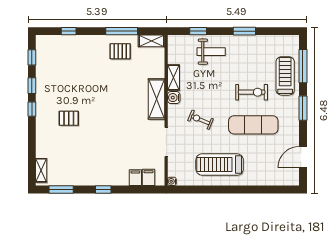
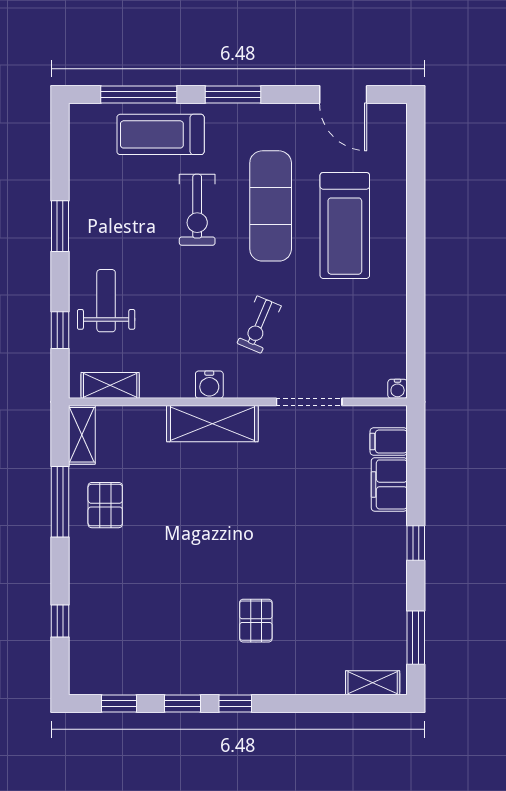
shelving: (173, 78) -> (110, 385), moved
exercise bike: (252, 92) -> (197, 210), turned 180
treadmill: (220, 165) -> (345, 225), moved
filing cabinet: (135, 178) -> (389, 484), width x2.00

